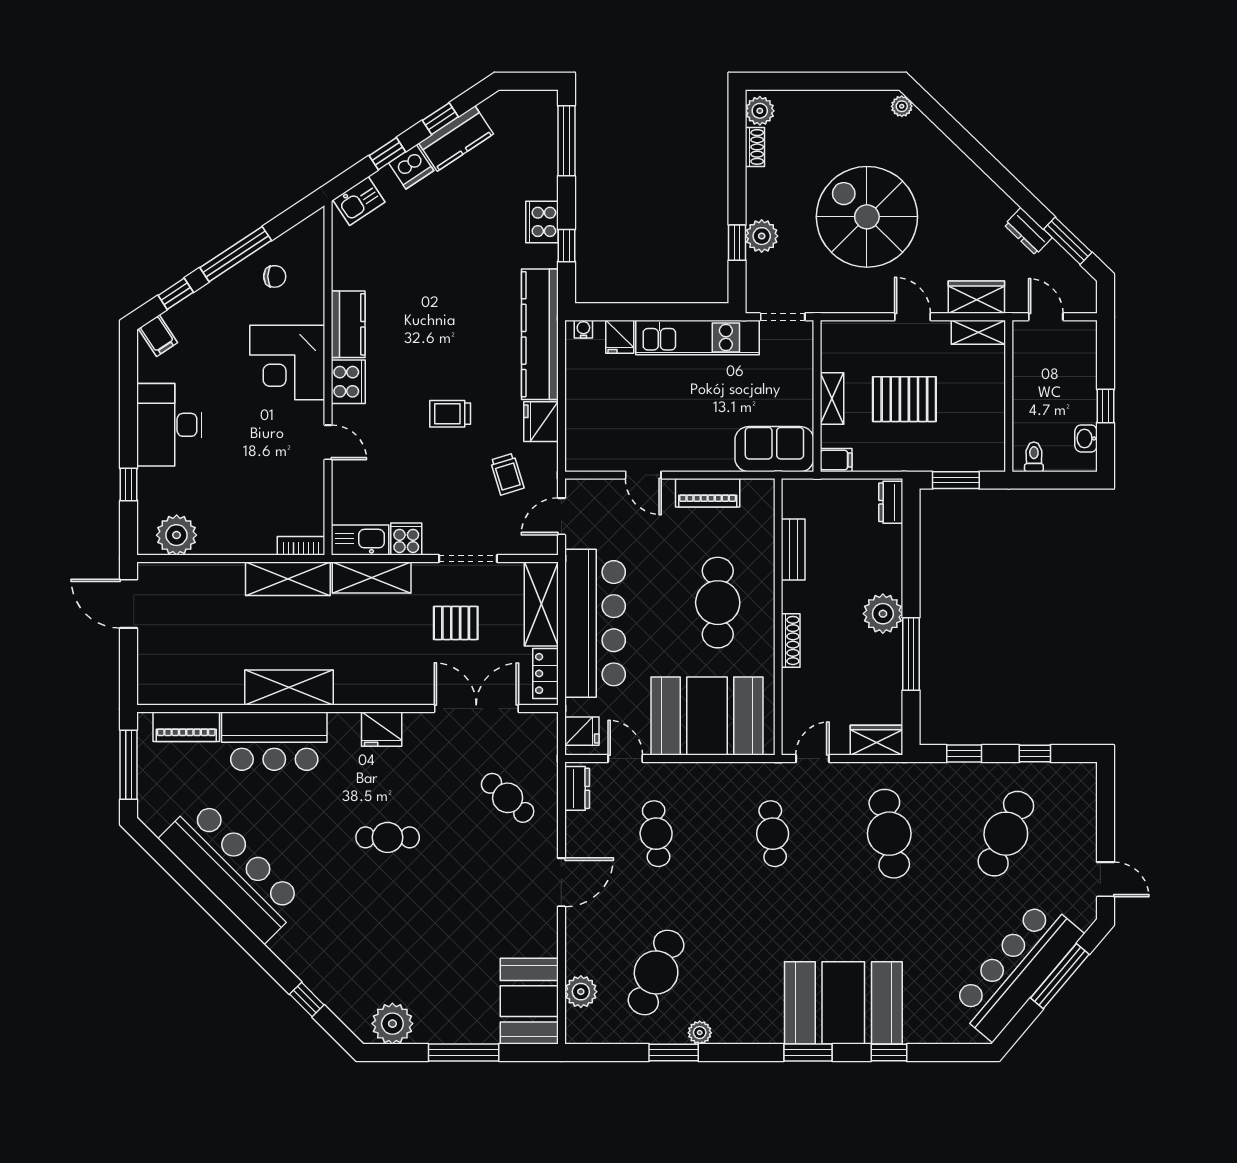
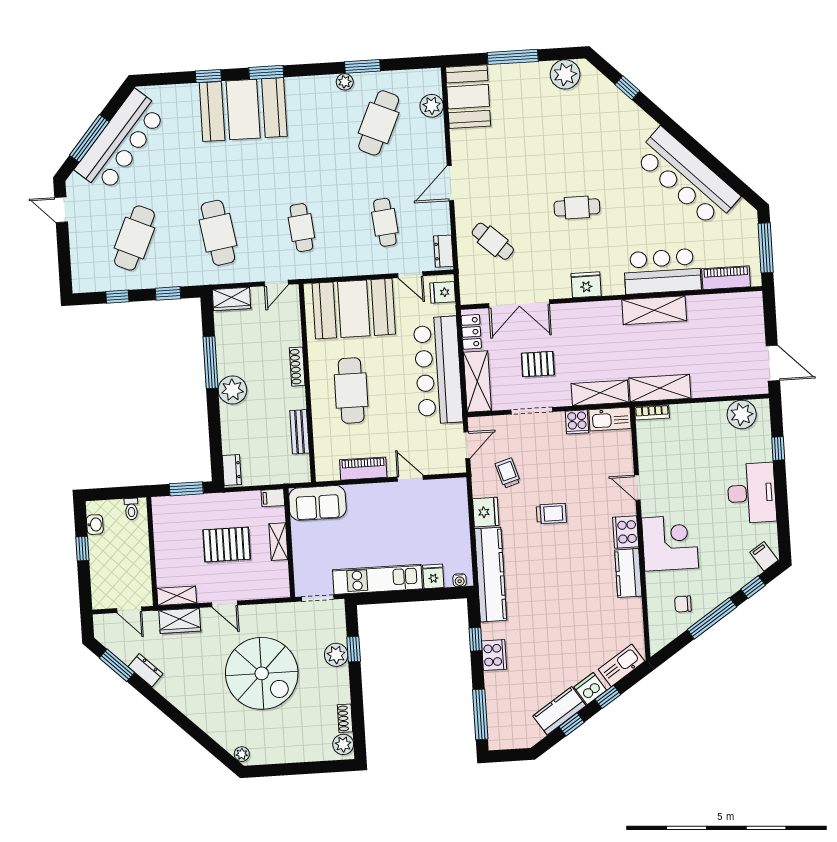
kitchen sink: (359, 201) -> (621, 665), width x1.38

